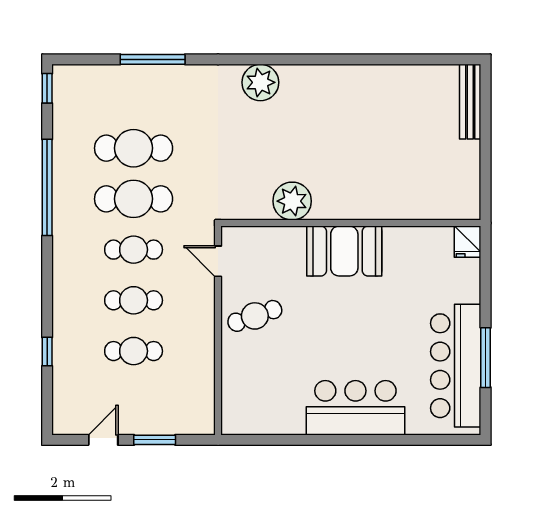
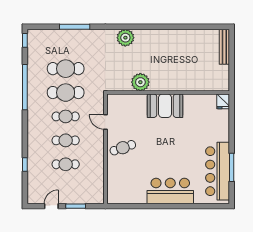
plant: (292, 201) -> (140, 82), moved
wall: (351, 223) -> (168, 93), moved
fridge: (467, 242) -> (223, 101), moved
booth: (344, 251) -> (165, 106), moved

